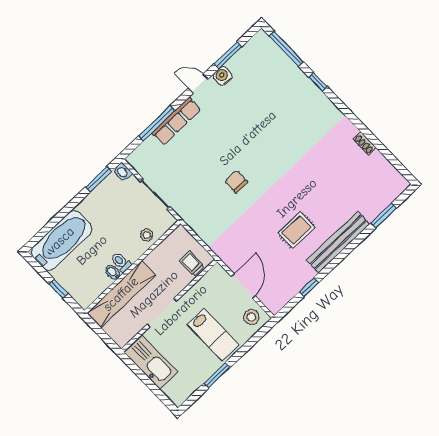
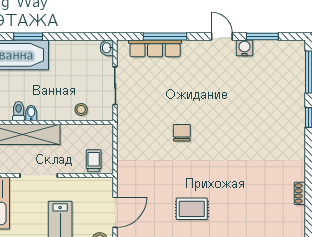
row of seats: (176, 121) -> (155, 48), moved
window: (99, 179) -> (28, 36), moved
toilet: (121, 262) -> (19, 111), moved

